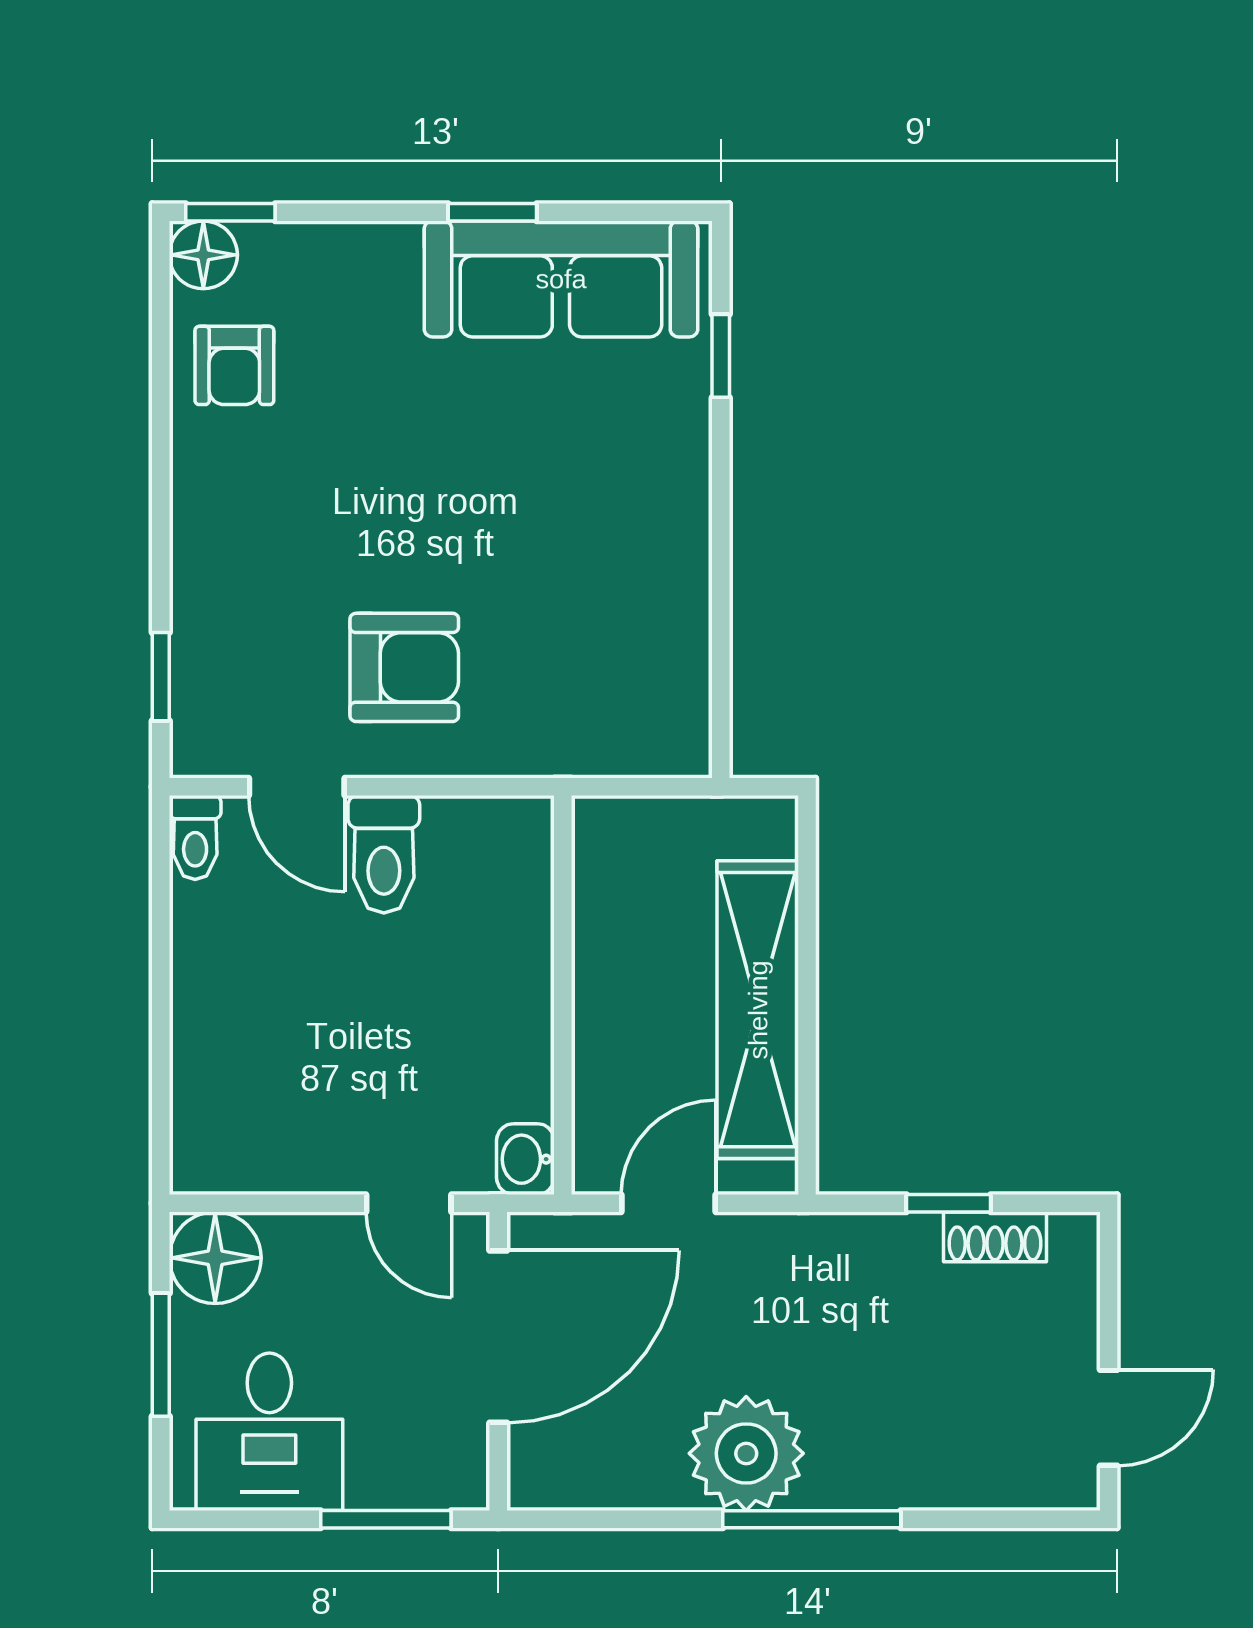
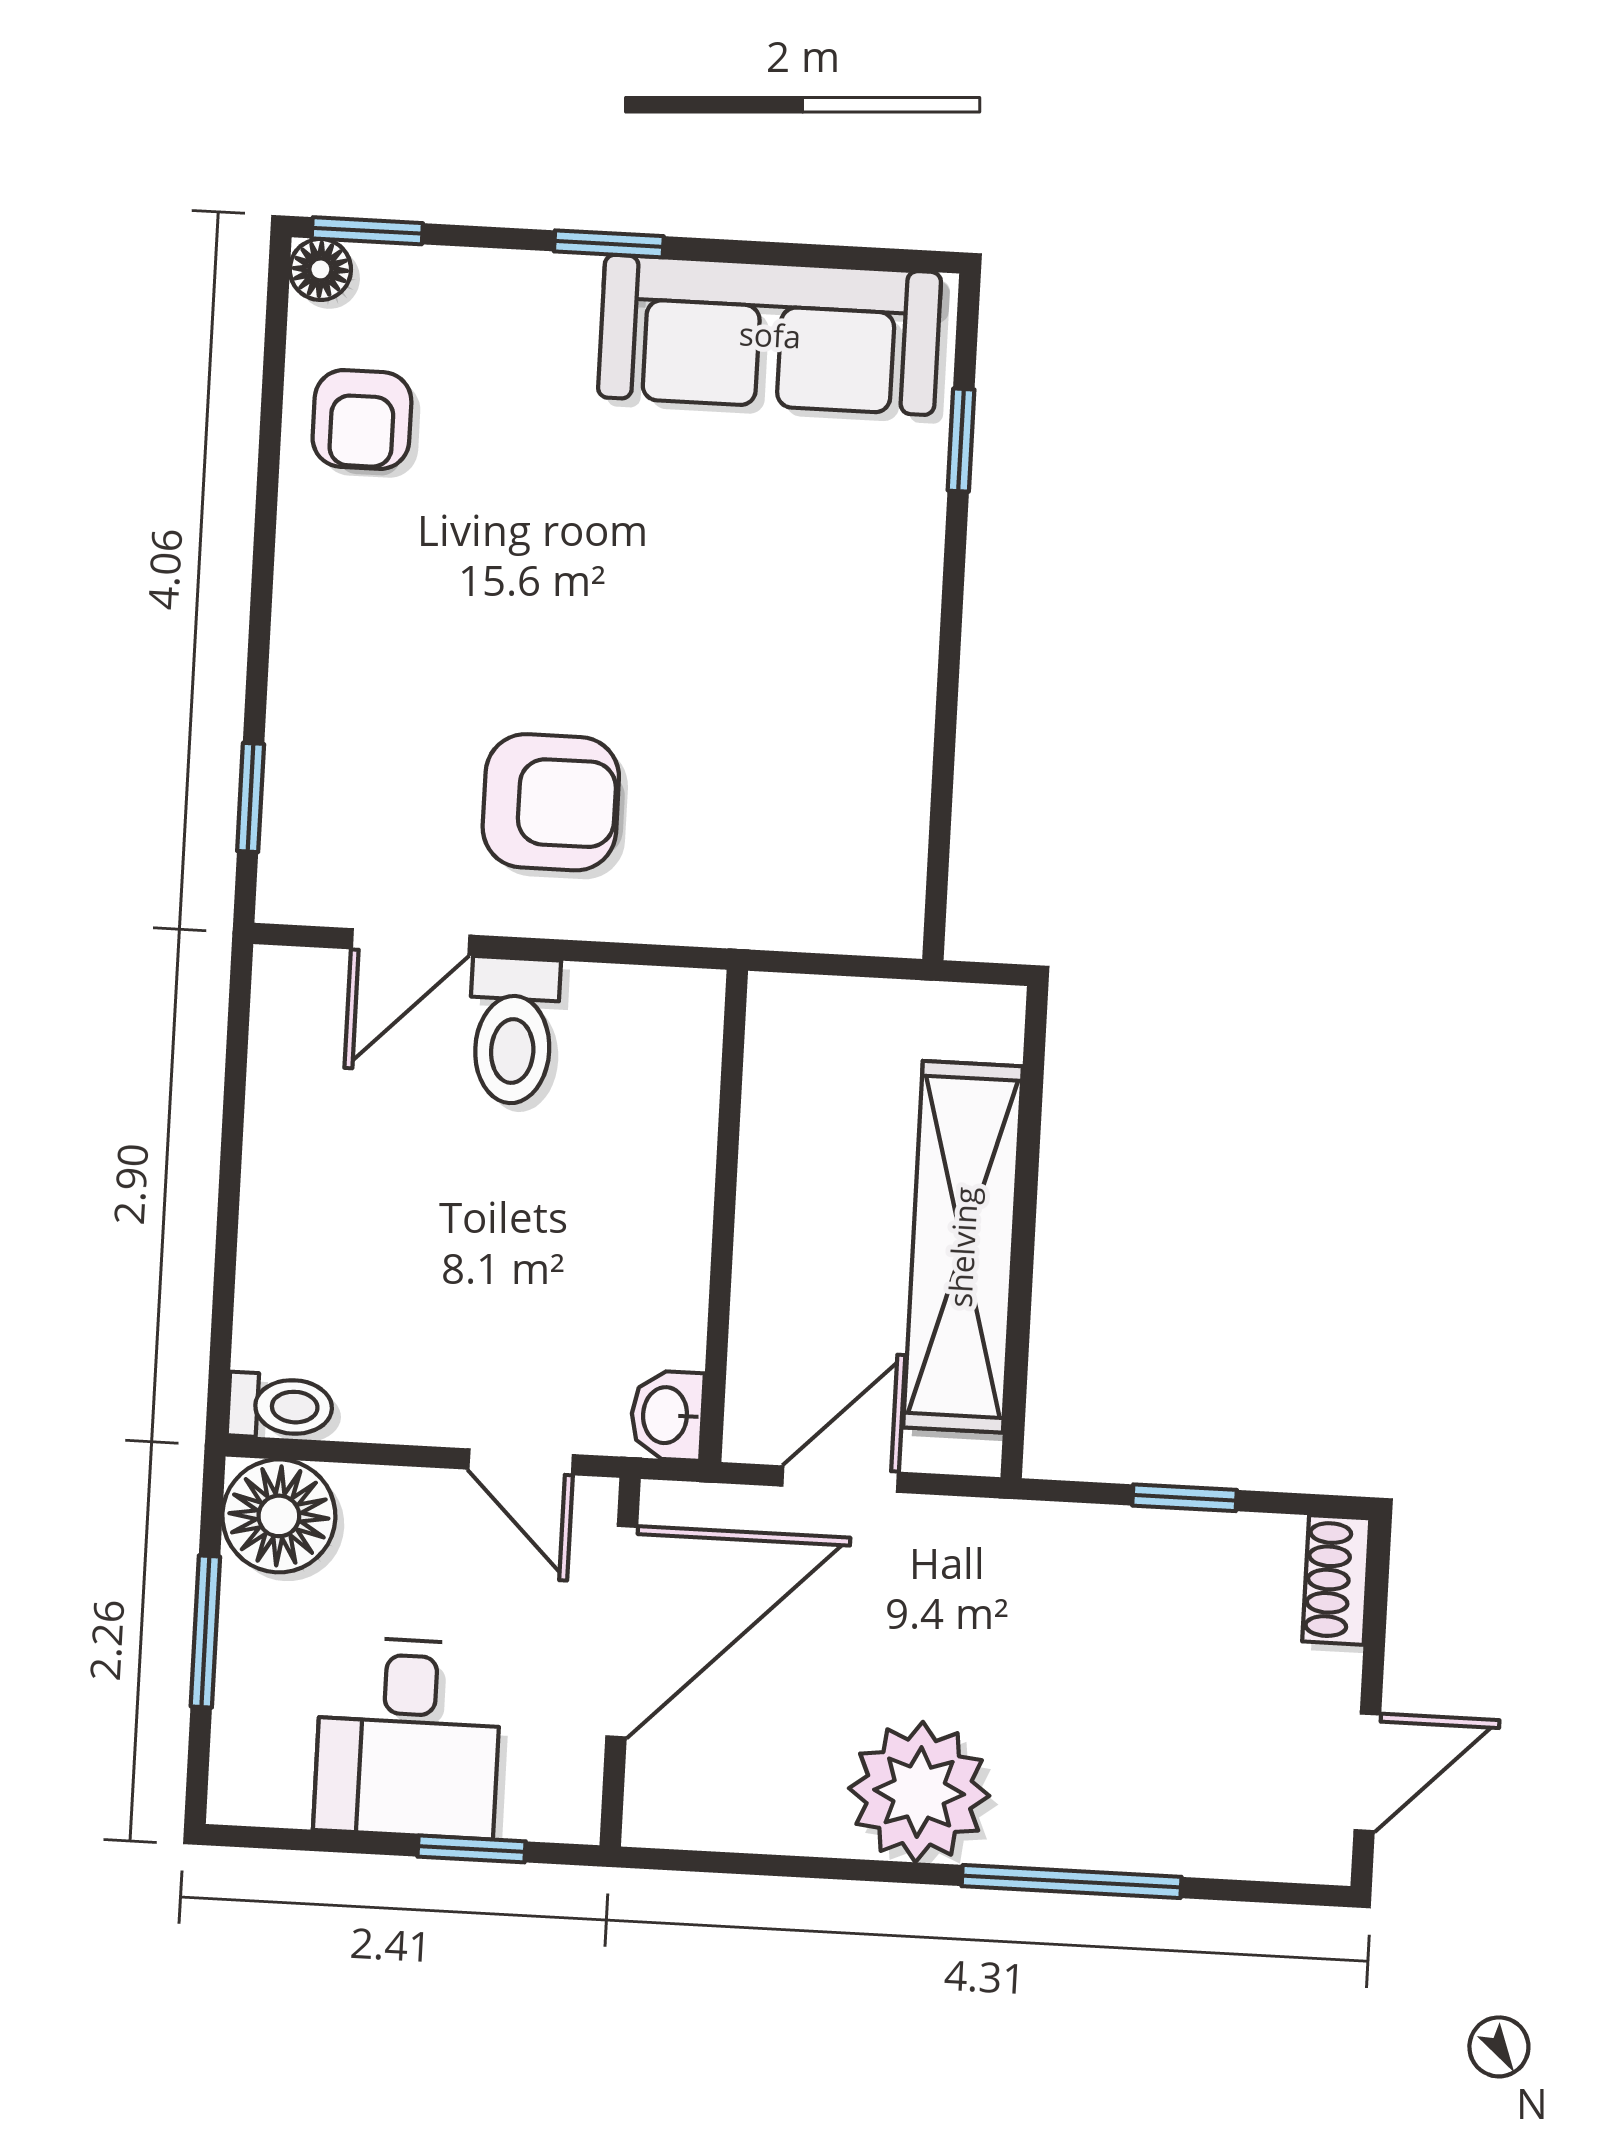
window: (492, 212) -> (609, 244), moved
floor lamp: (203, 255) -> (320, 269), width x0.73, depth x0.73
door: (297, 787) -> (411, 942), hinge flipped
toilet: (195, 837) -> (280, 1406), moved, turned -90
shoe rack: (995, 1237) -> (1336, 1580), moved, turned 90
desk: (269, 1432) -> (408, 1738), moved
window: (386, 1519) -> (472, 1849), width x0.67
window: (812, 1519) -> (1072, 1881), moved

